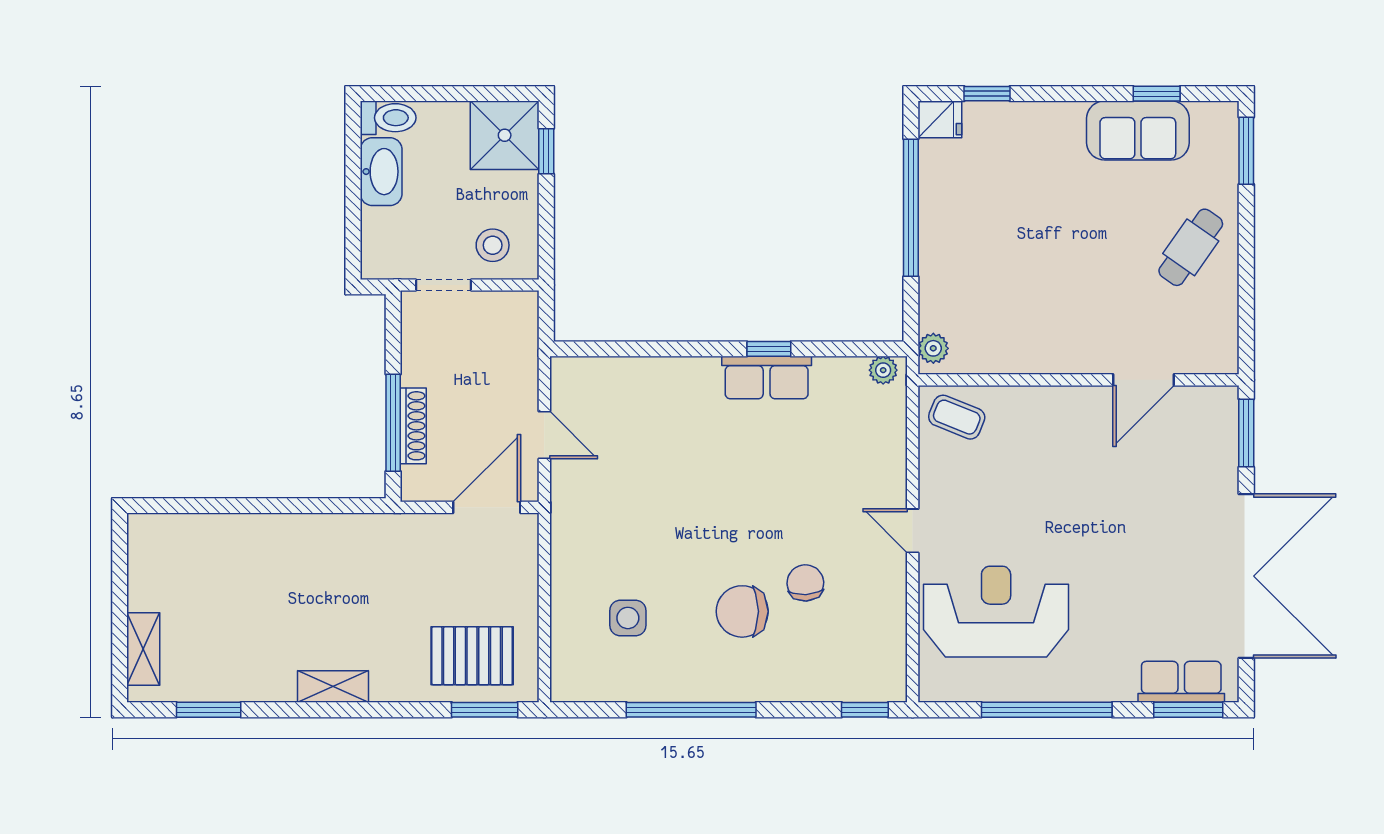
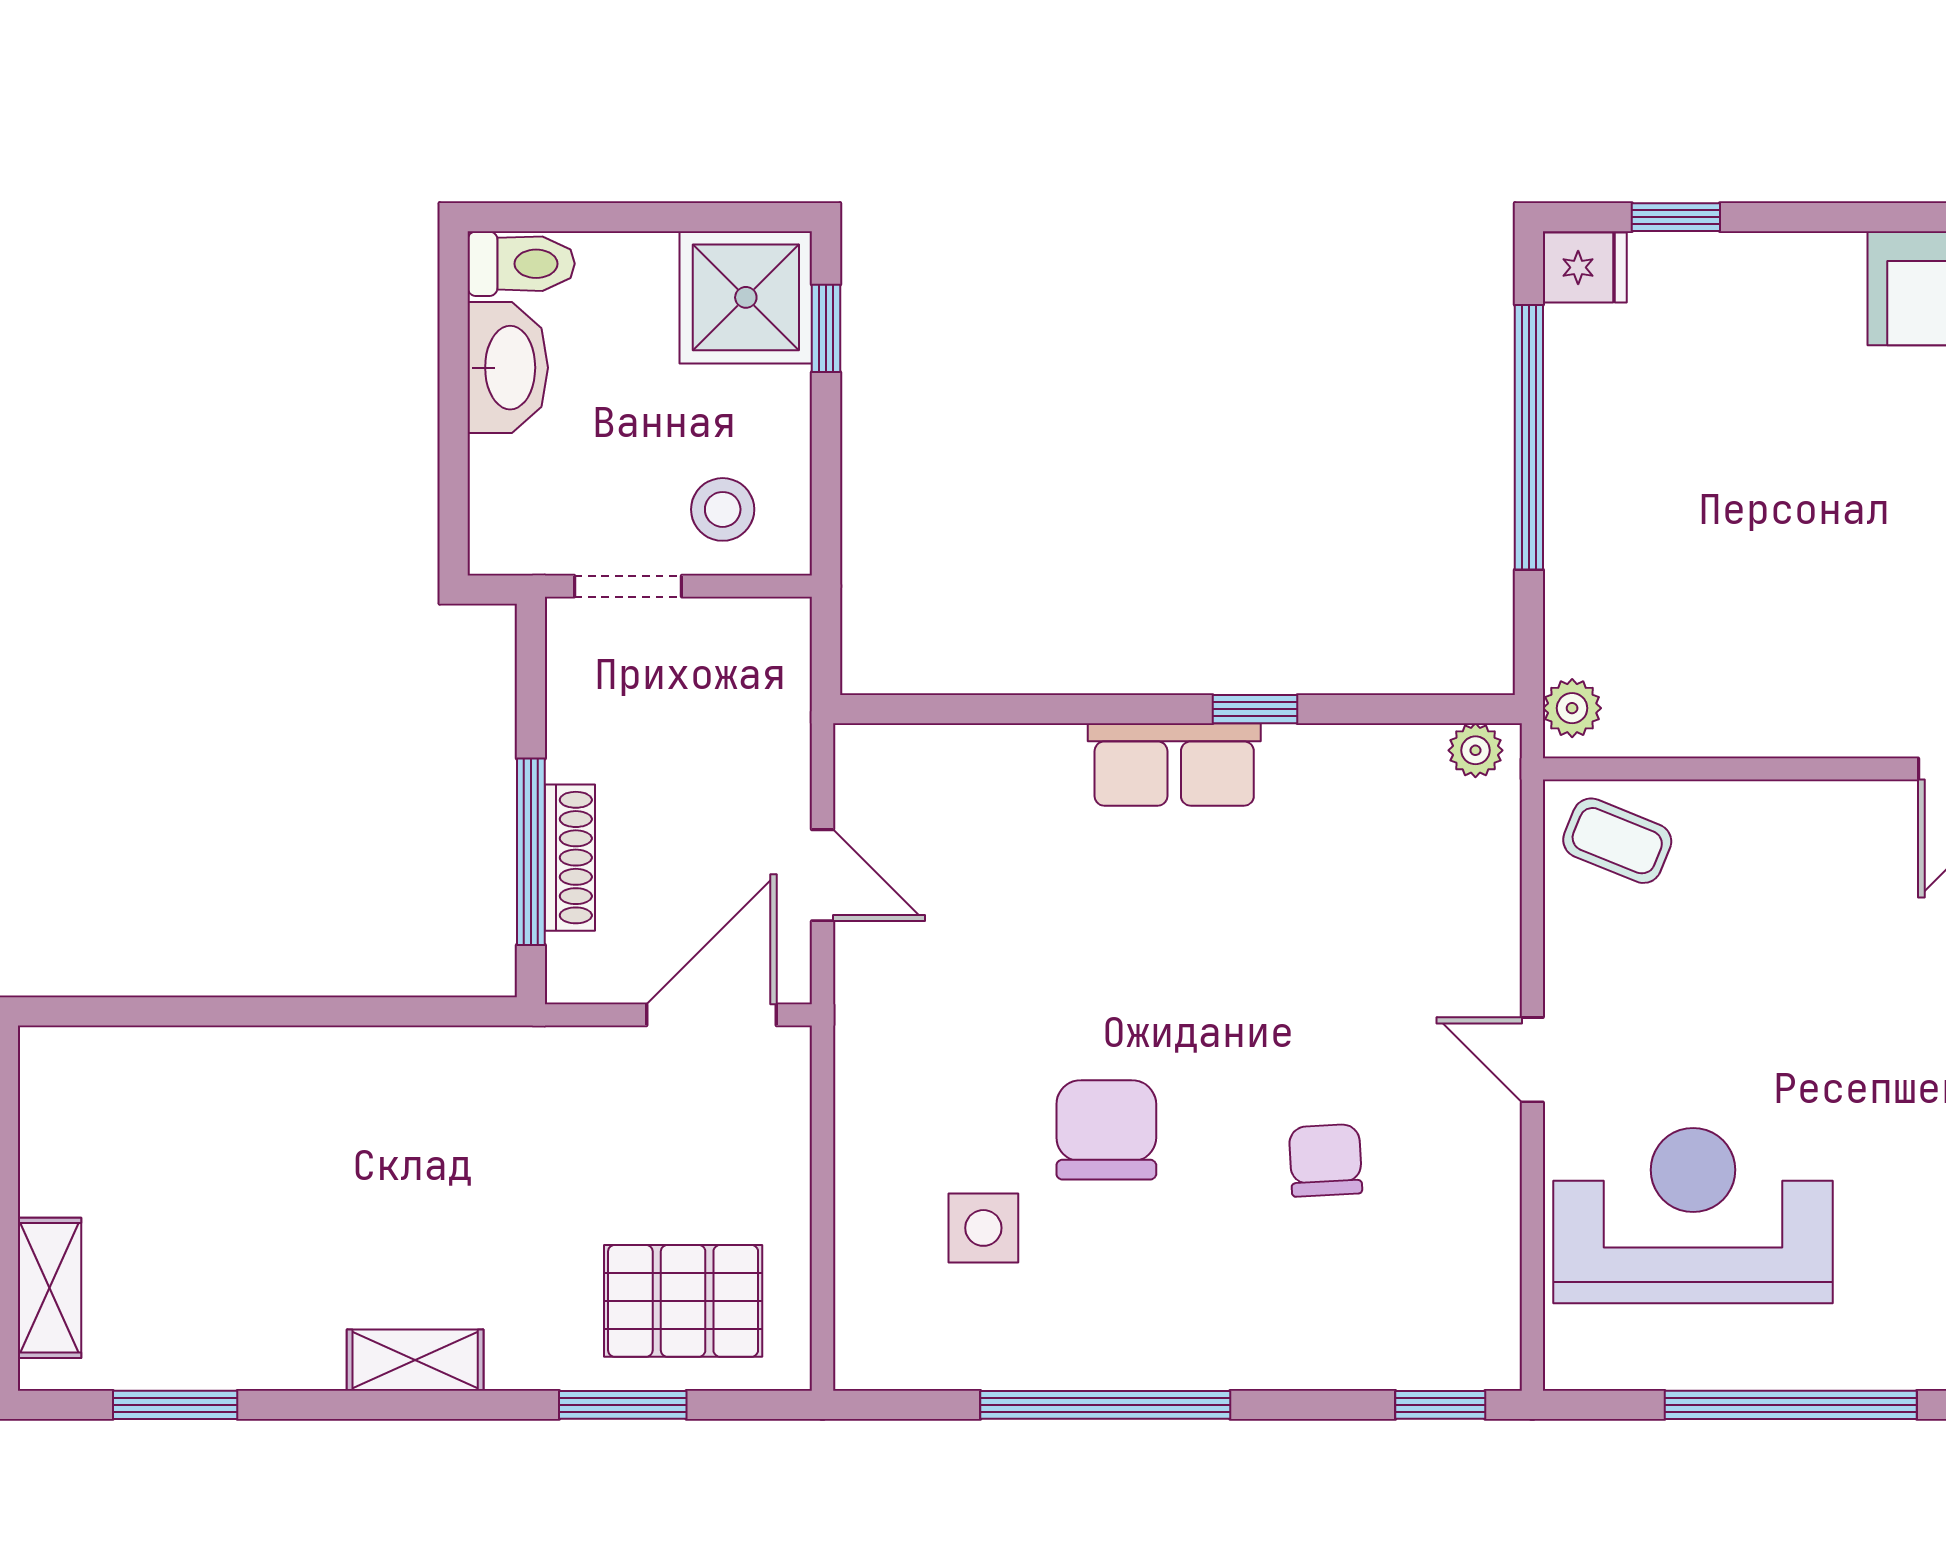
row of seats: (767, 378) -> (1174, 765), moved
chair: (742, 611) -> (1106, 1130), moved, turned 90
window: (485, 710) -> (623, 1405), moved

